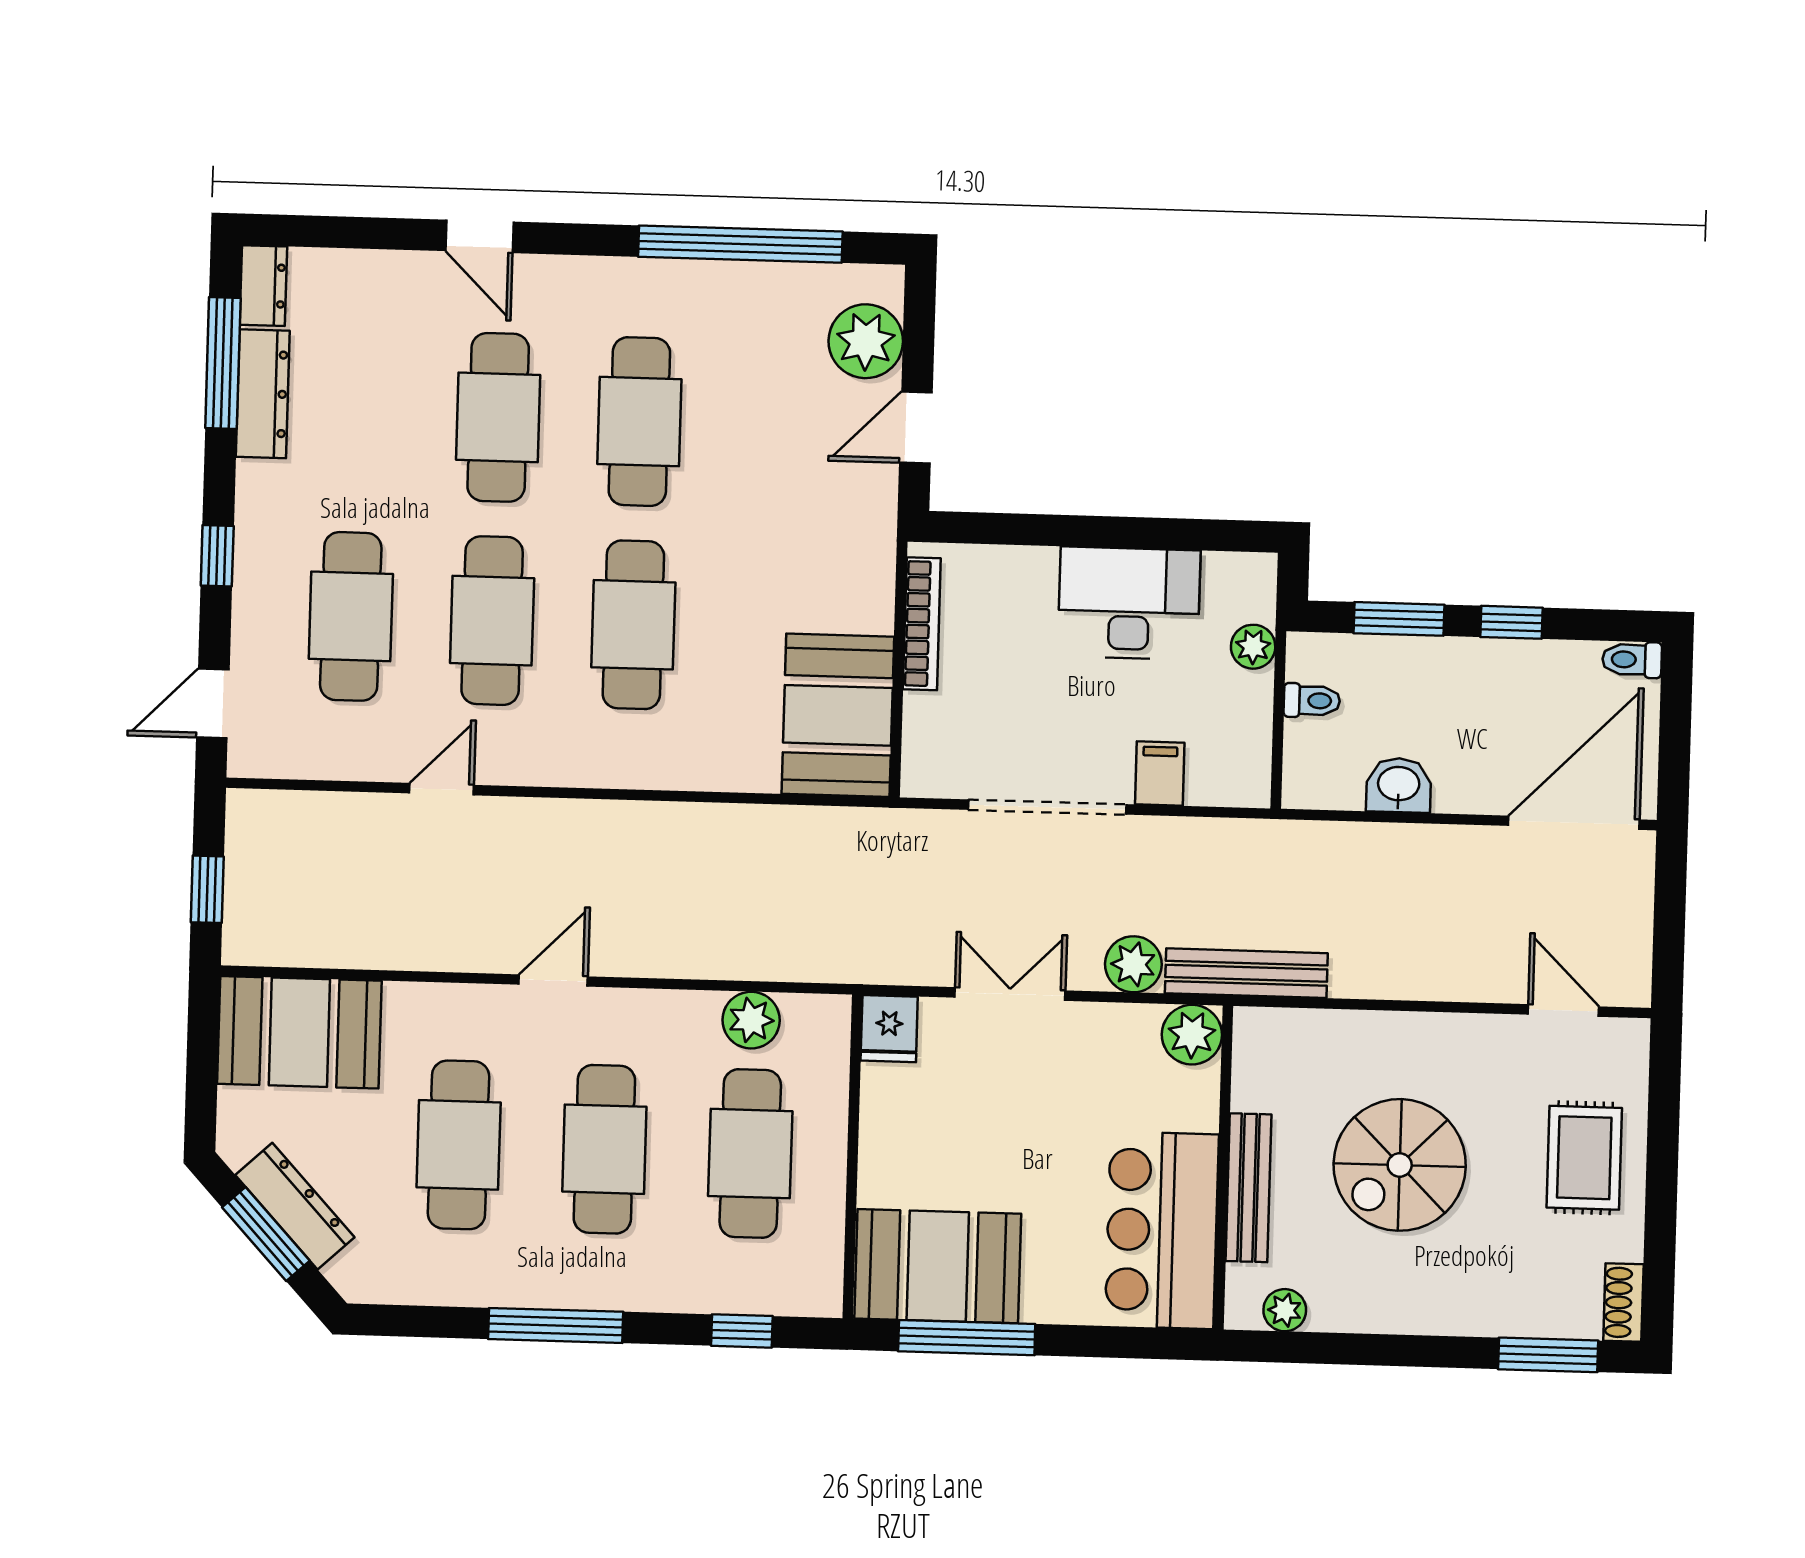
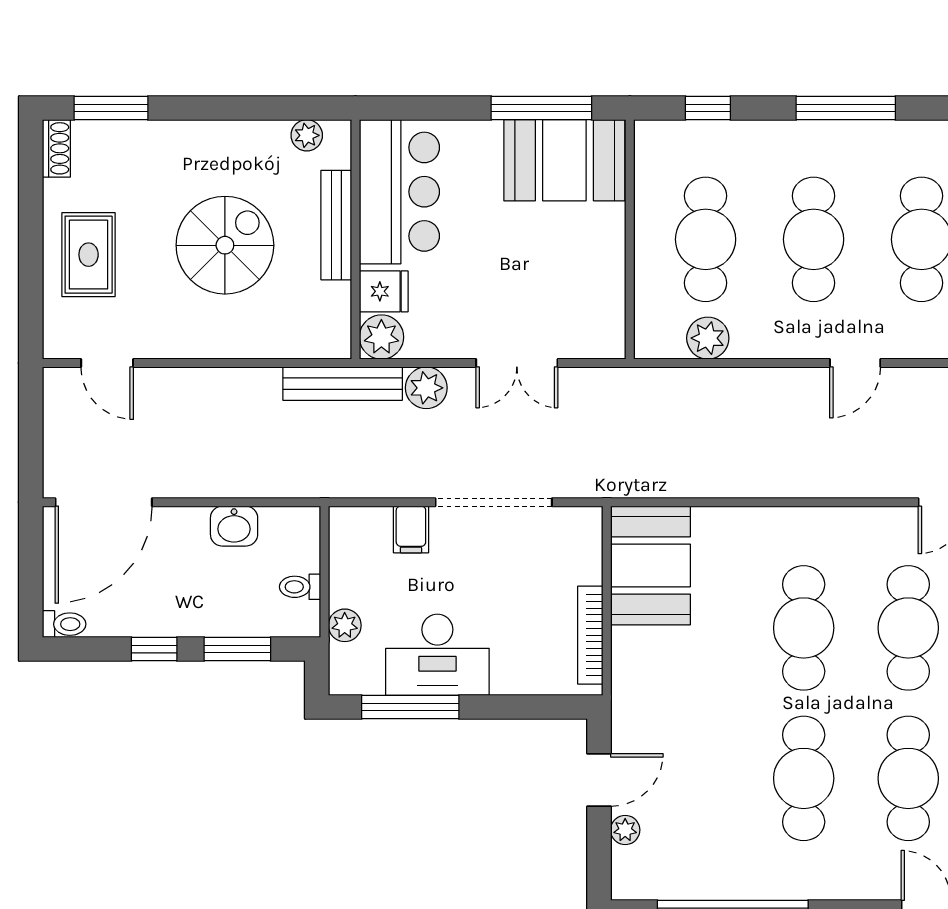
plant: (866, 341) -> (625, 830), width x0.53, depth x0.53
window: (1168, 534) -> (410, 707), added
fridge: (889, 1029) -> (384, 291), moved, turned 90

